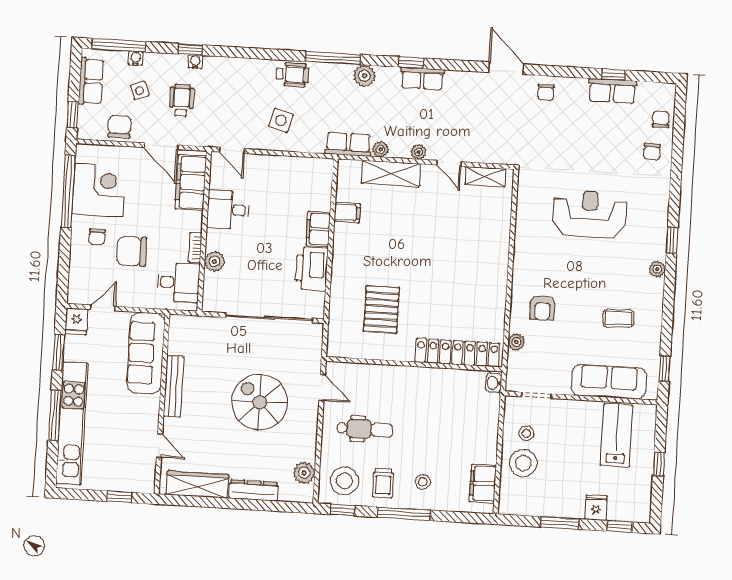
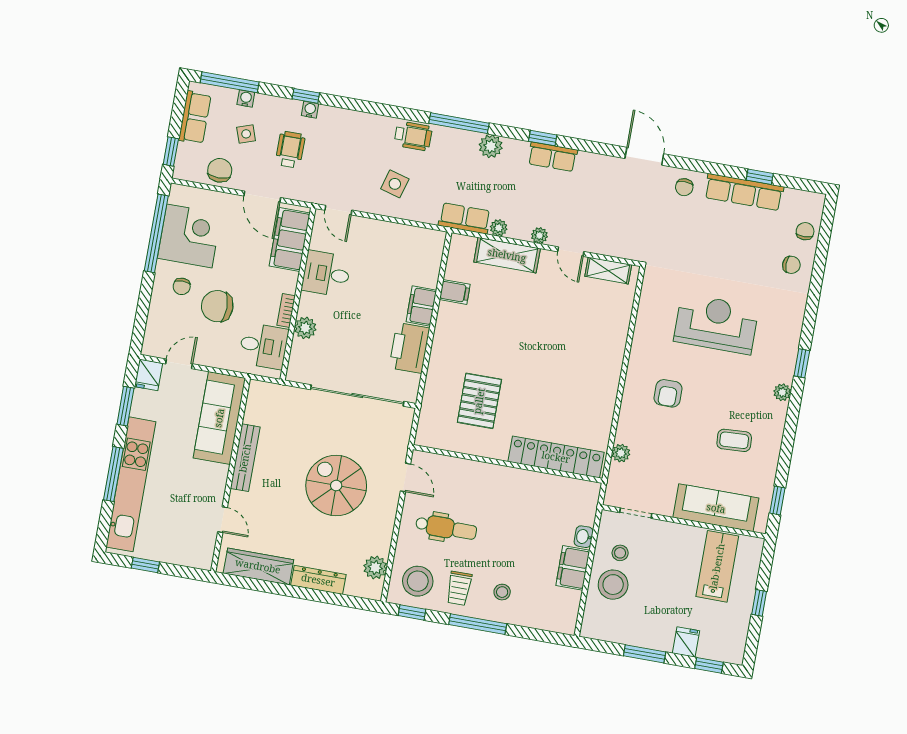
row of seats: (612, 91) -> (744, 192), width x1.48
chair: (652, 152) -> (791, 265), turned -90
armchair: (542, 308) -> (668, 393), moved
washbasin: (494, 383) -> (584, 537), moved
filing cabinet: (483, 483) -> (573, 568), moved
window: (119, 497) -> (145, 565), moved

